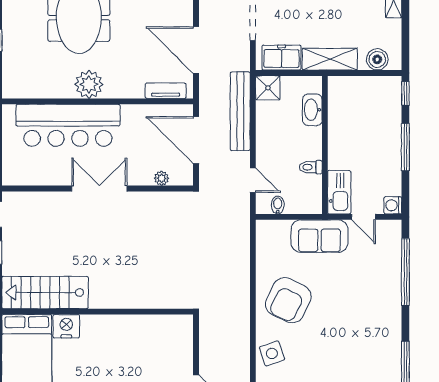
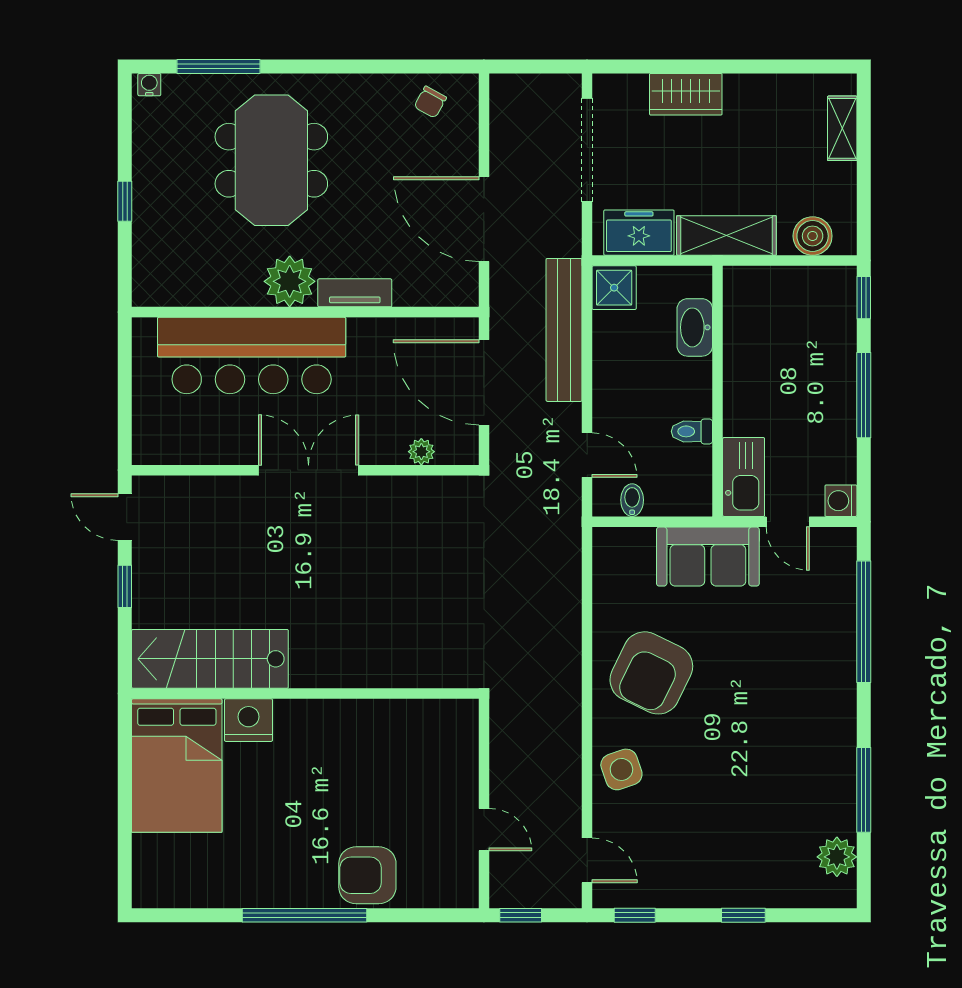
tv unit: (166, 91) -> (355, 293), moved

